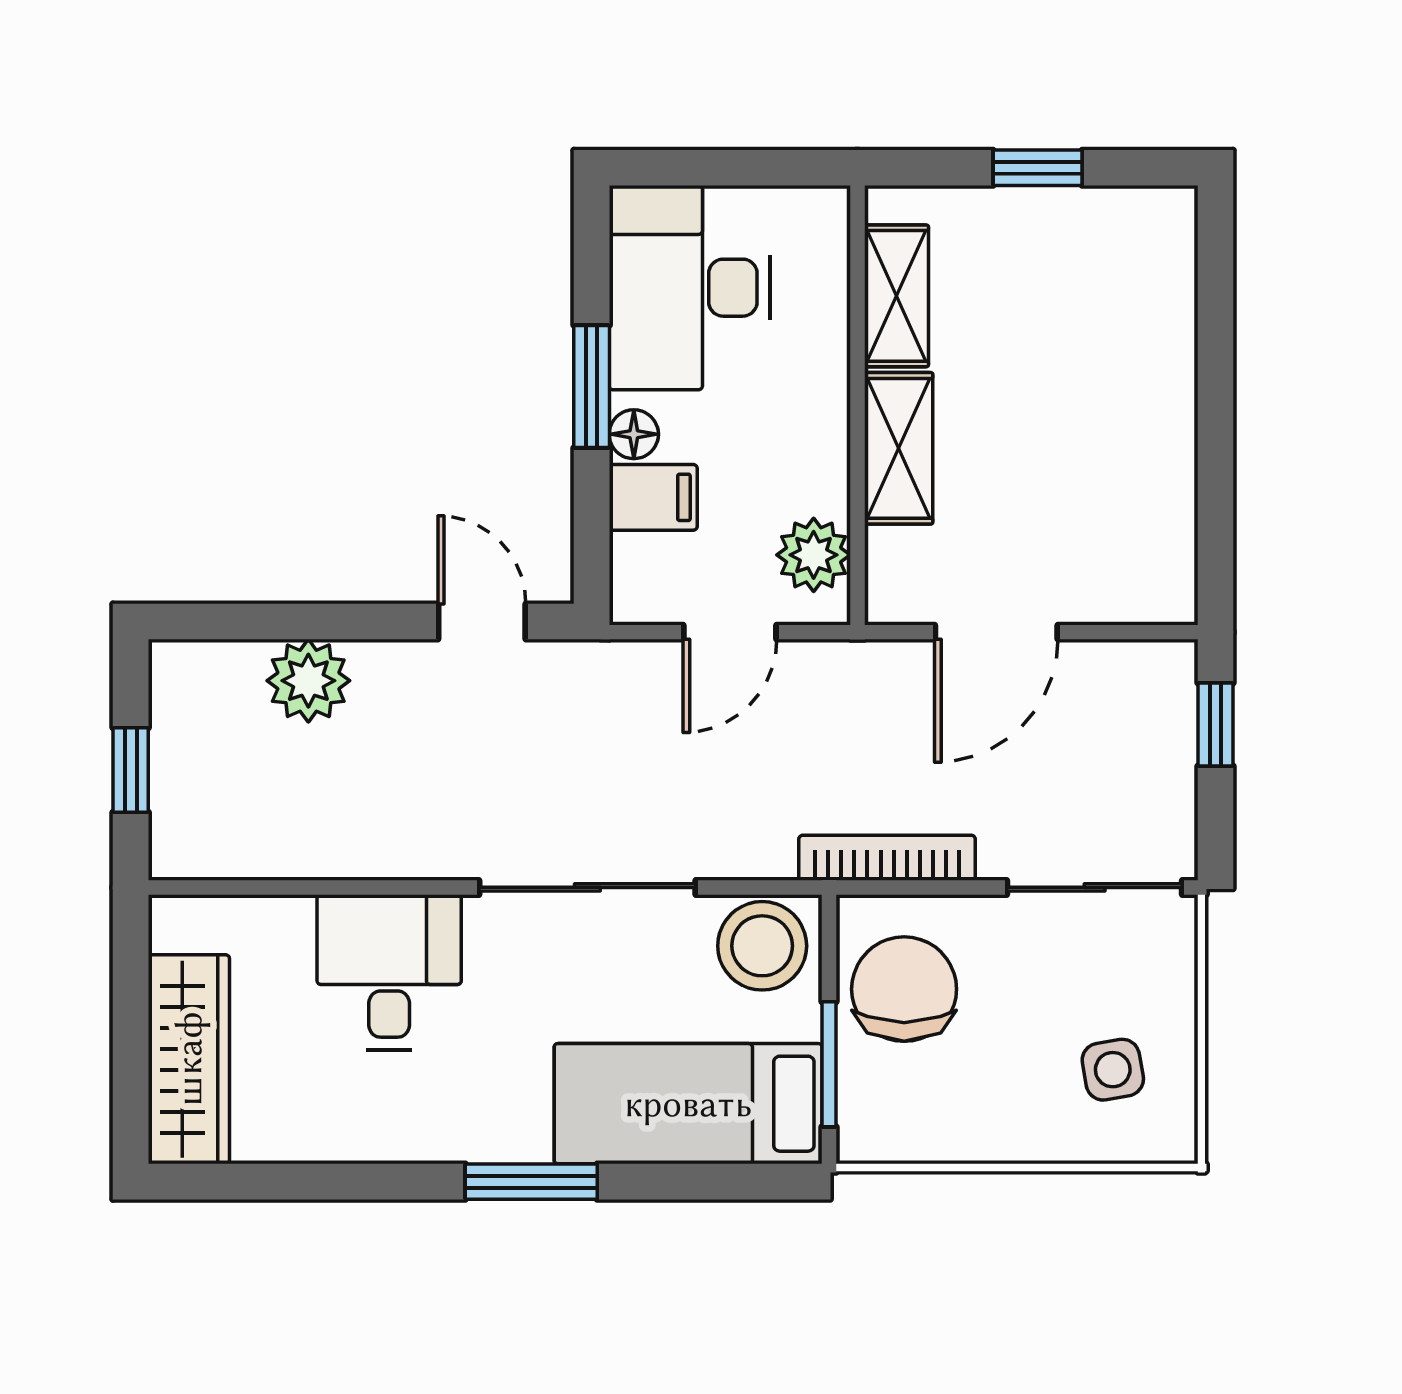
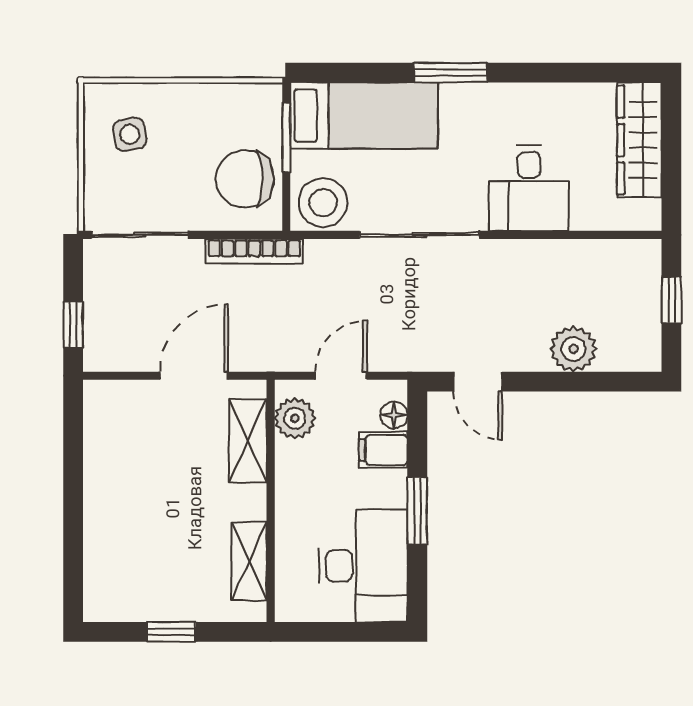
floor lamp: (634, 434) -> (394, 415), moved
shelving: (899, 448) -> (248, 441), moved
chair: (904, 989) -> (245, 179), turned 90

